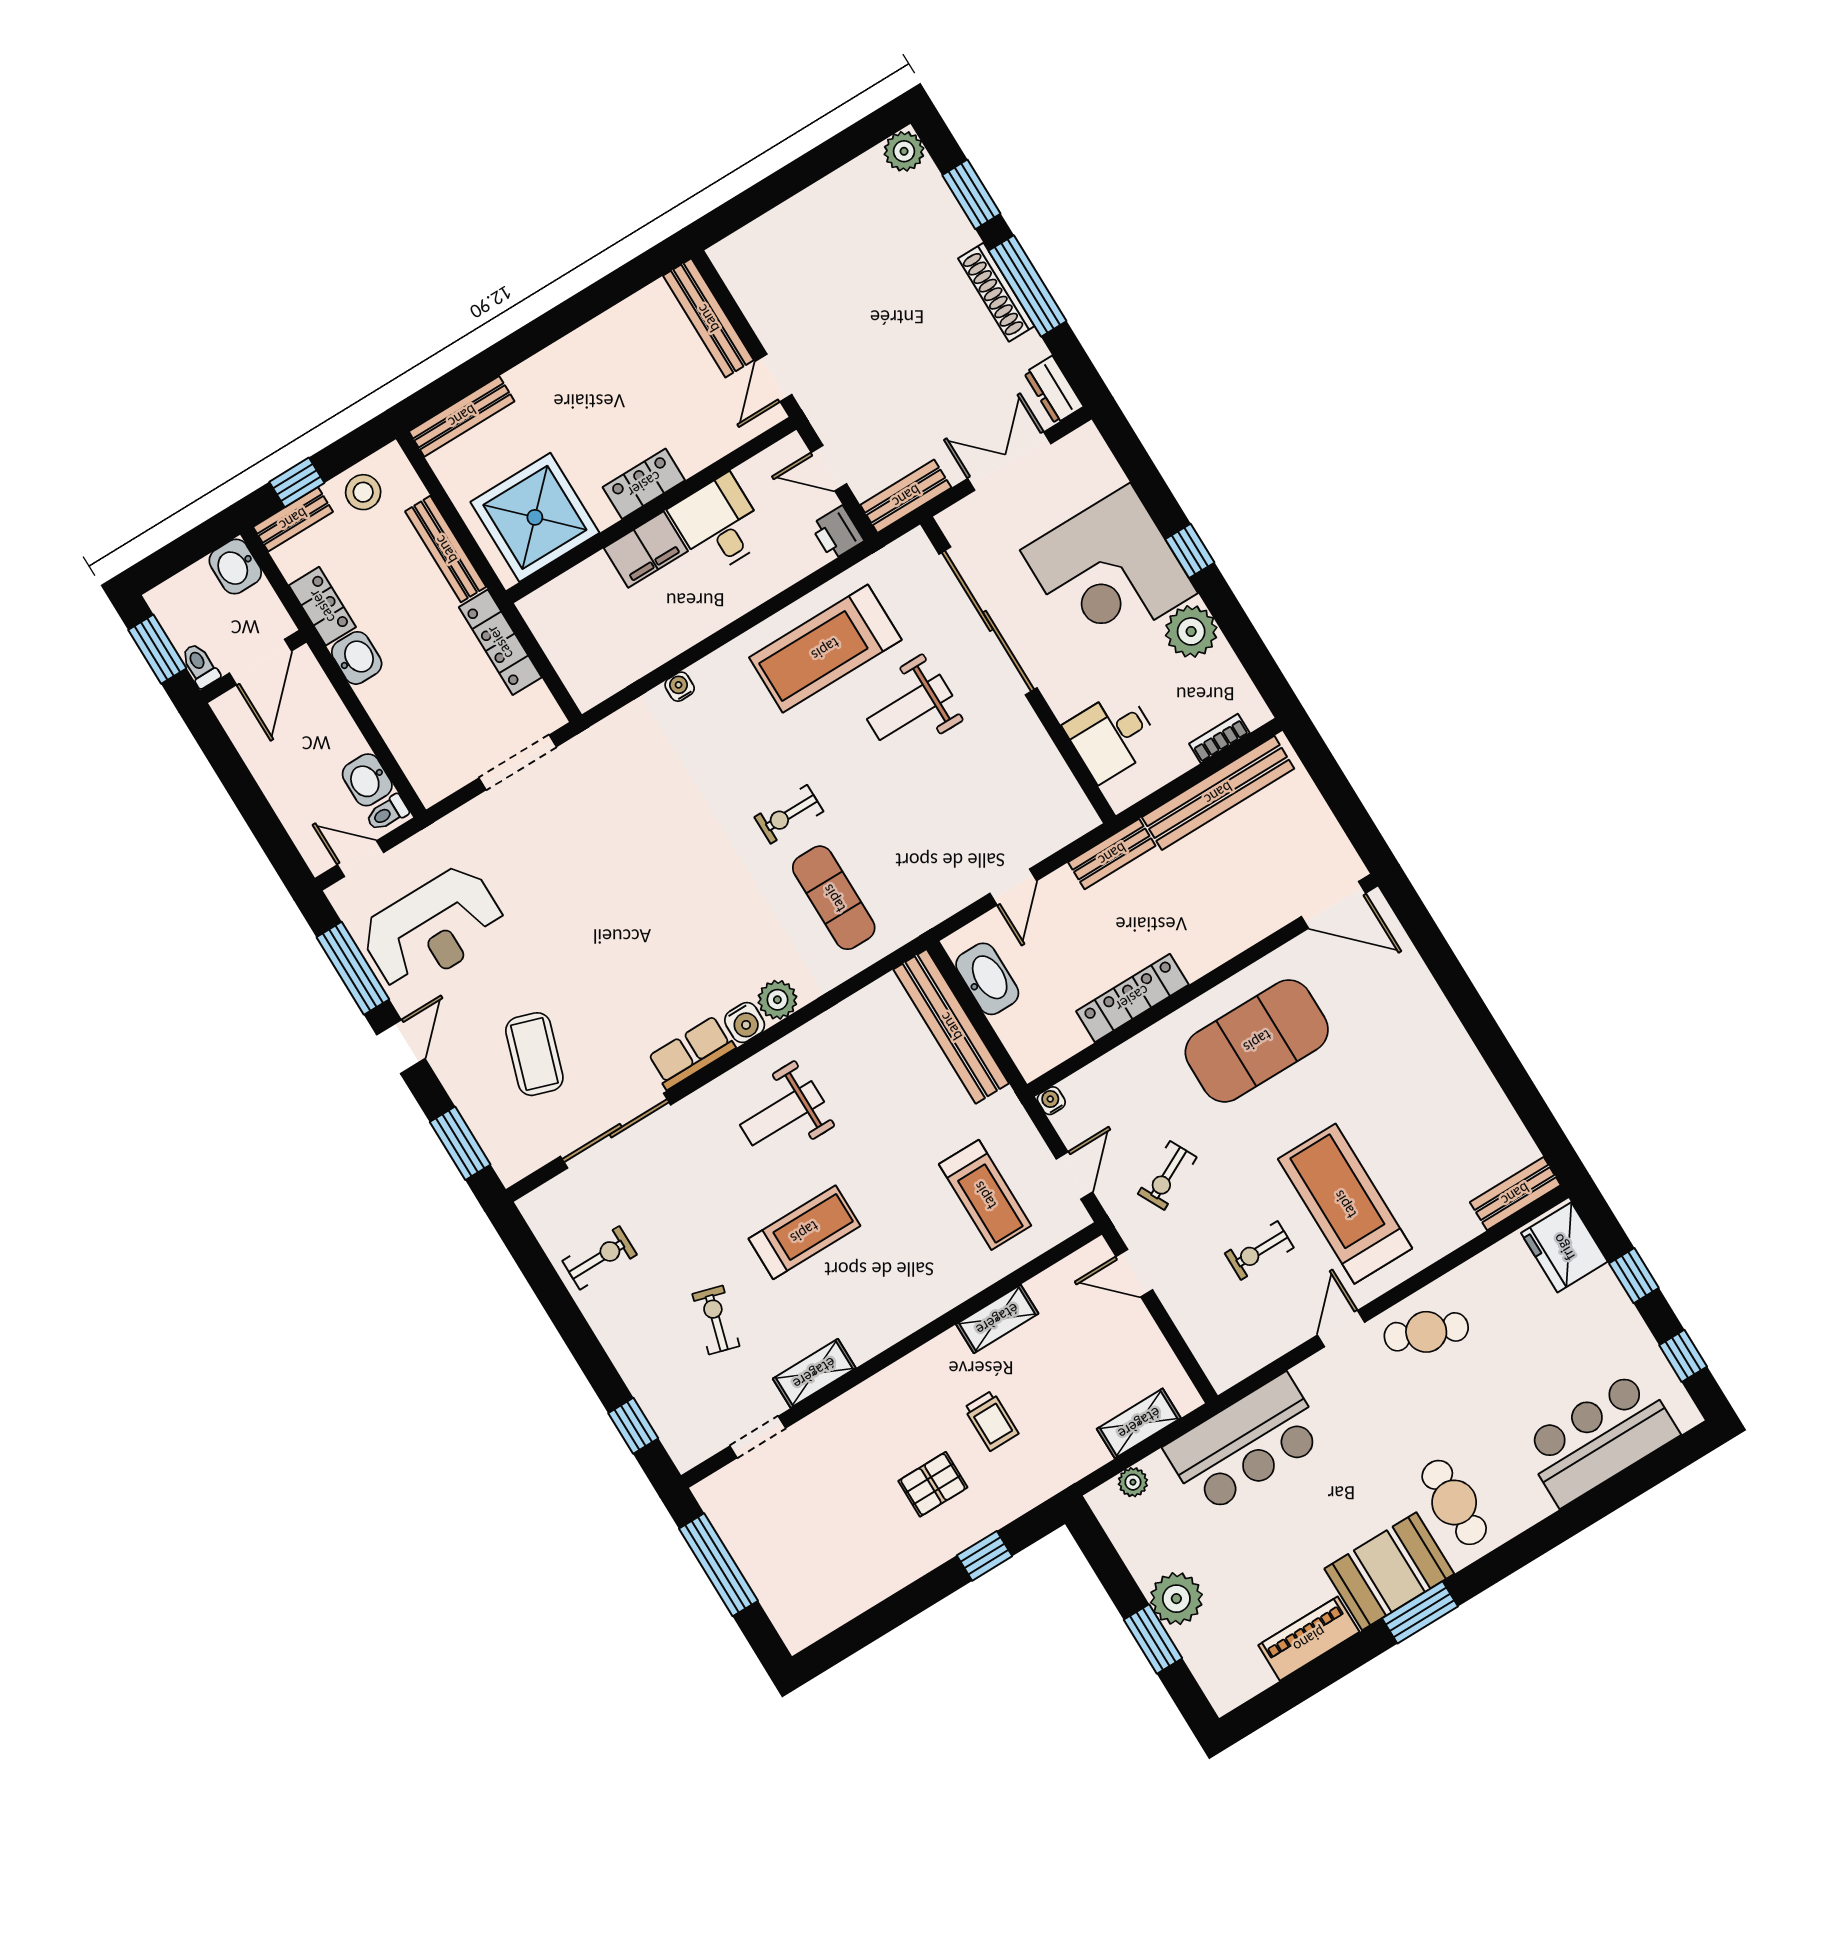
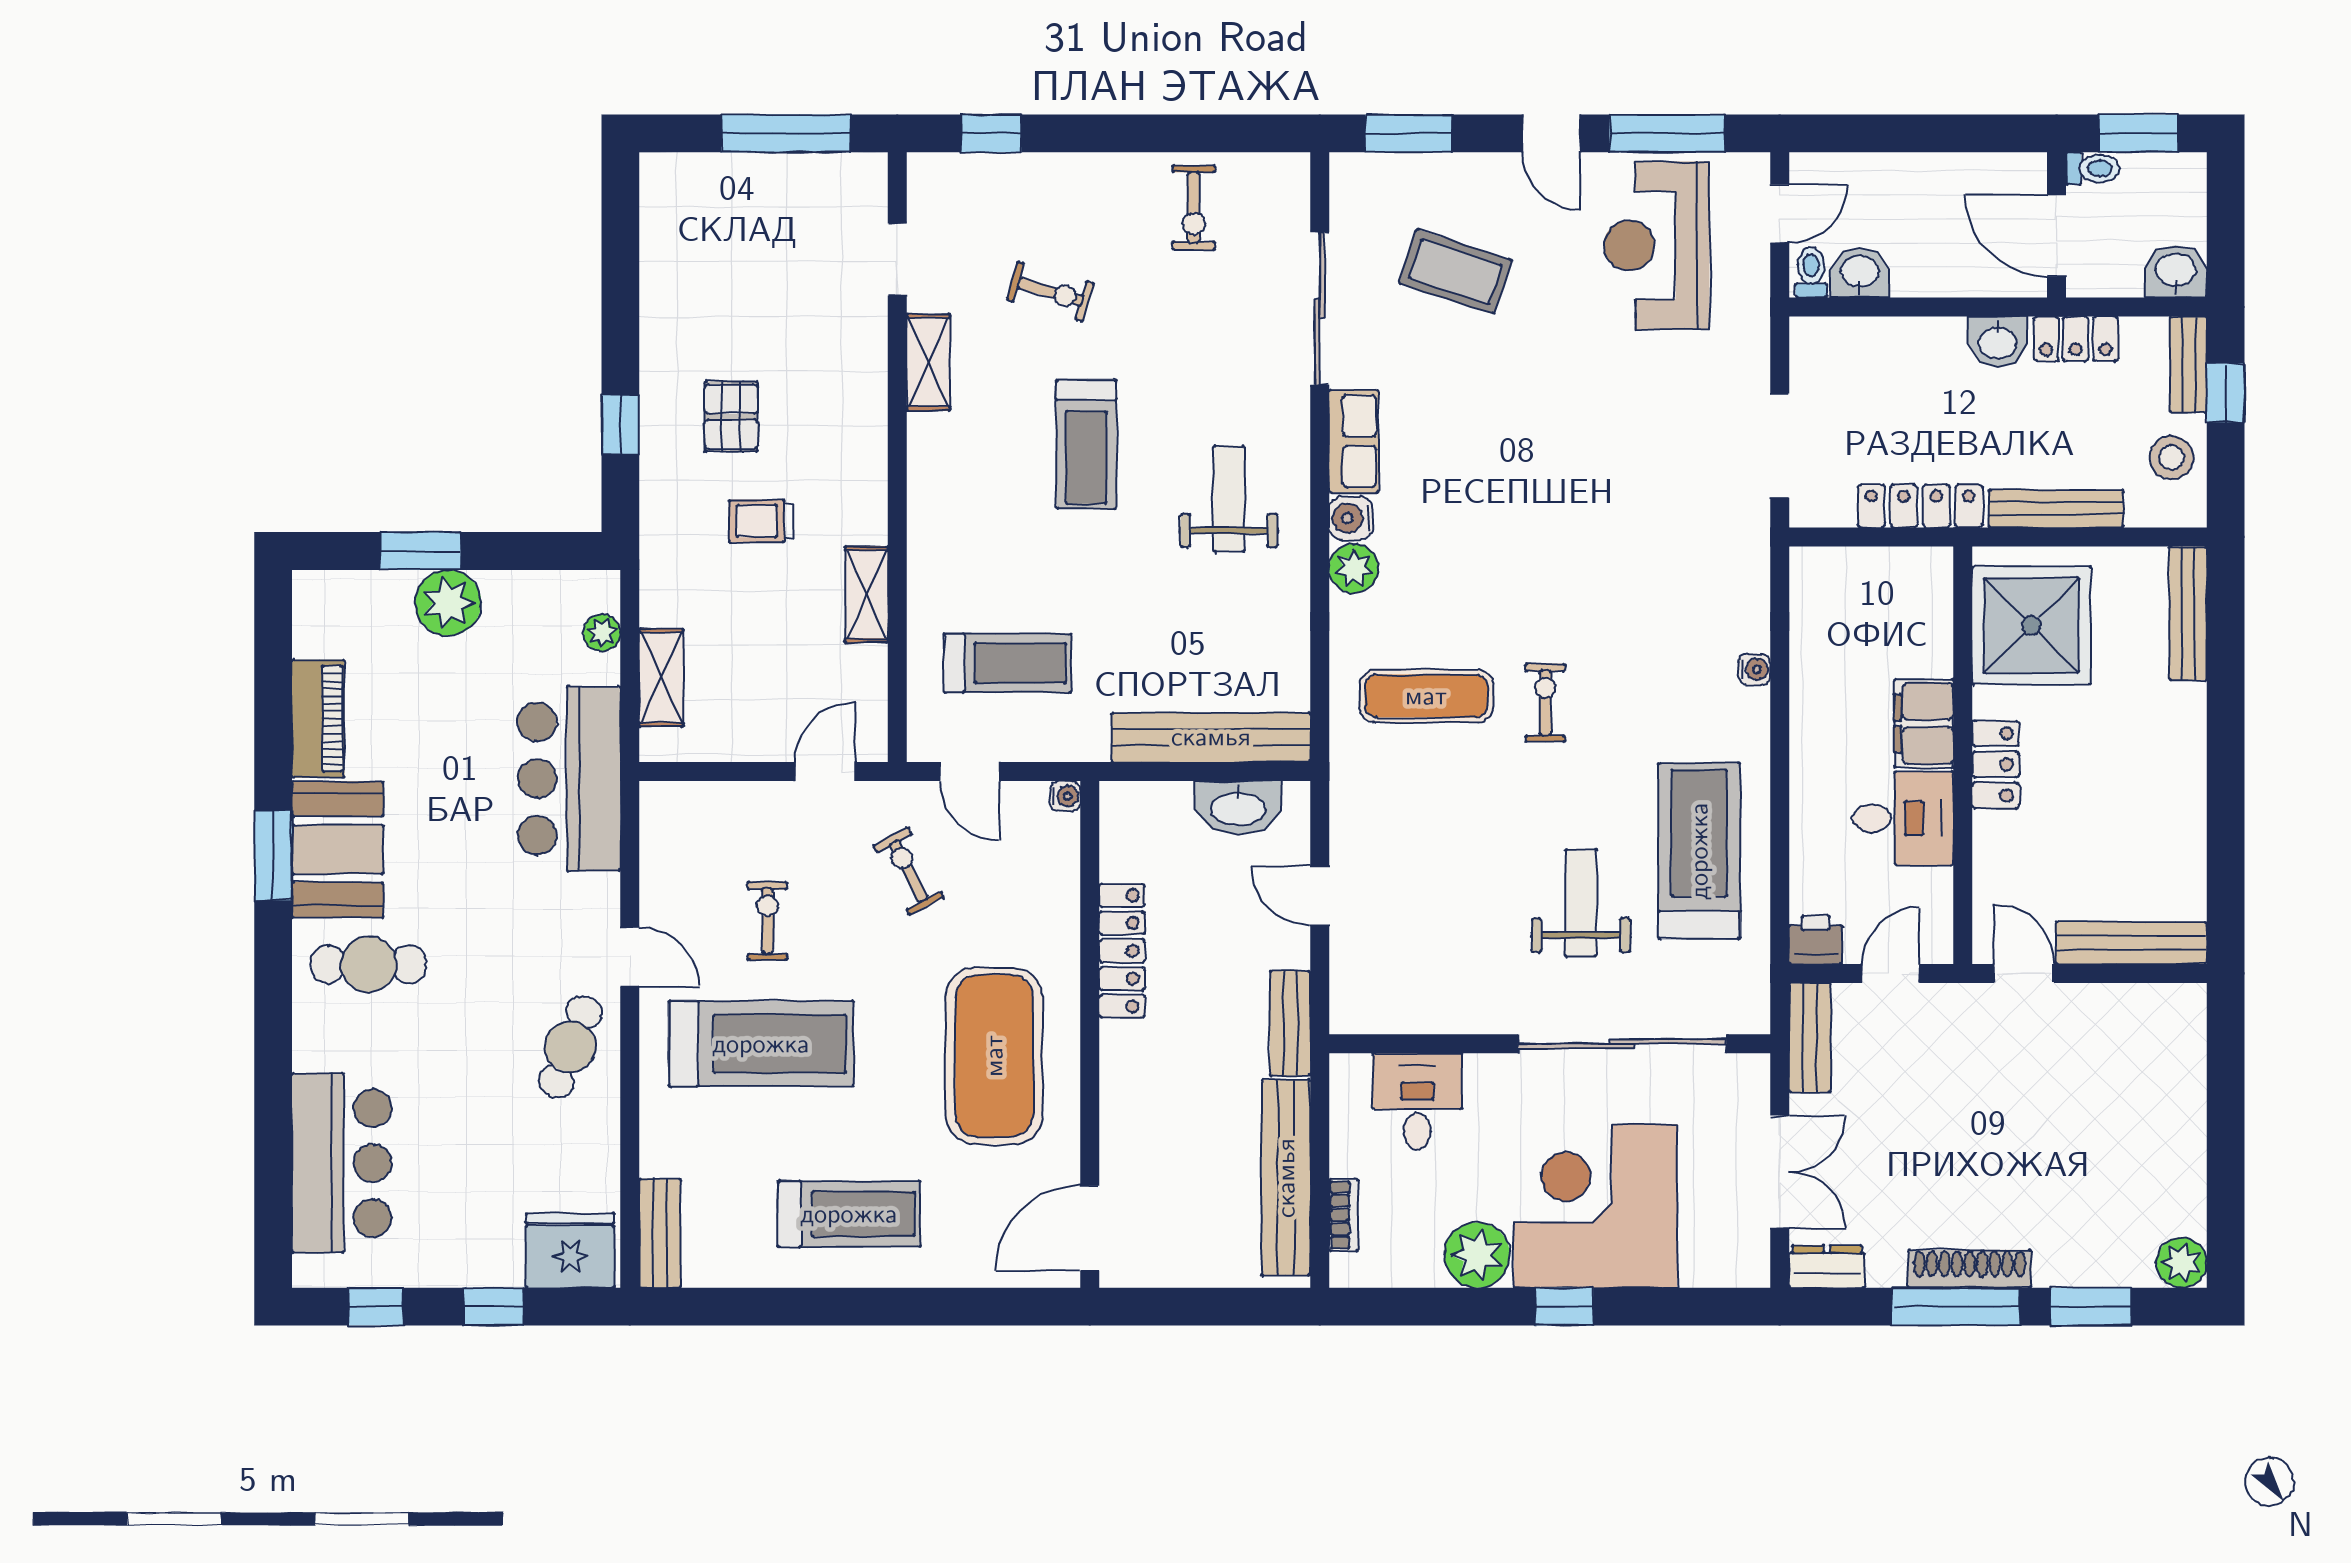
treadmill: (1424, 1074) -> (849, 1214), added
treadmill: (985, 1195) -> (1008, 663), turned 180

